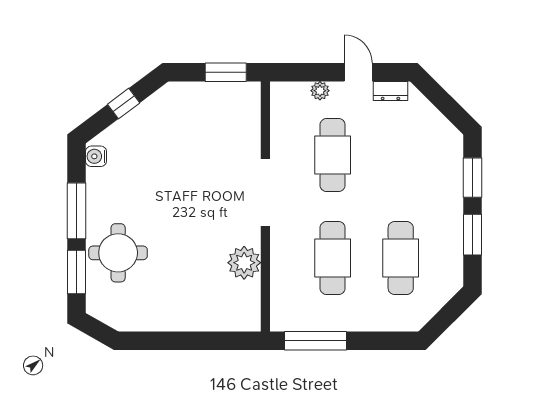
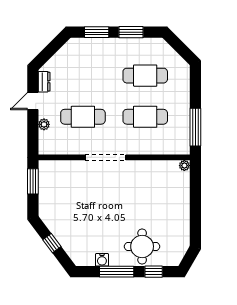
water cooler: (96, 156) -> (102, 260), moved
plant: (244, 263) -> (184, 166), moved, width x0.53, depth x0.53
window: (76, 272) -> (154, 272), width x0.67

